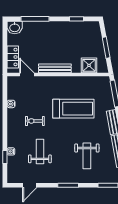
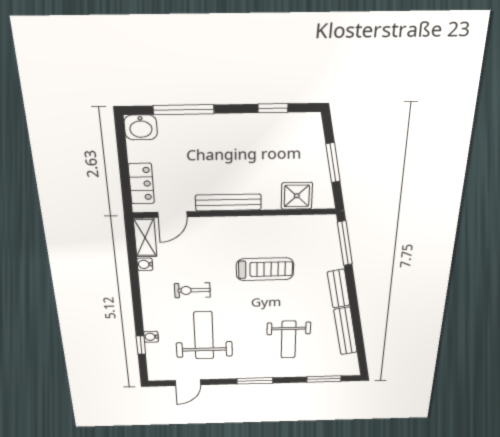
door: (27, 75) -> (172, 214), swing flipped
shelving: (12, 88) -> (145, 238), added
treadmill: (73, 109) -> (265, 269), width x0.73, depth x0.73
weight bench: (40, 151) -> (204, 335), width x1.36, depth x1.33

